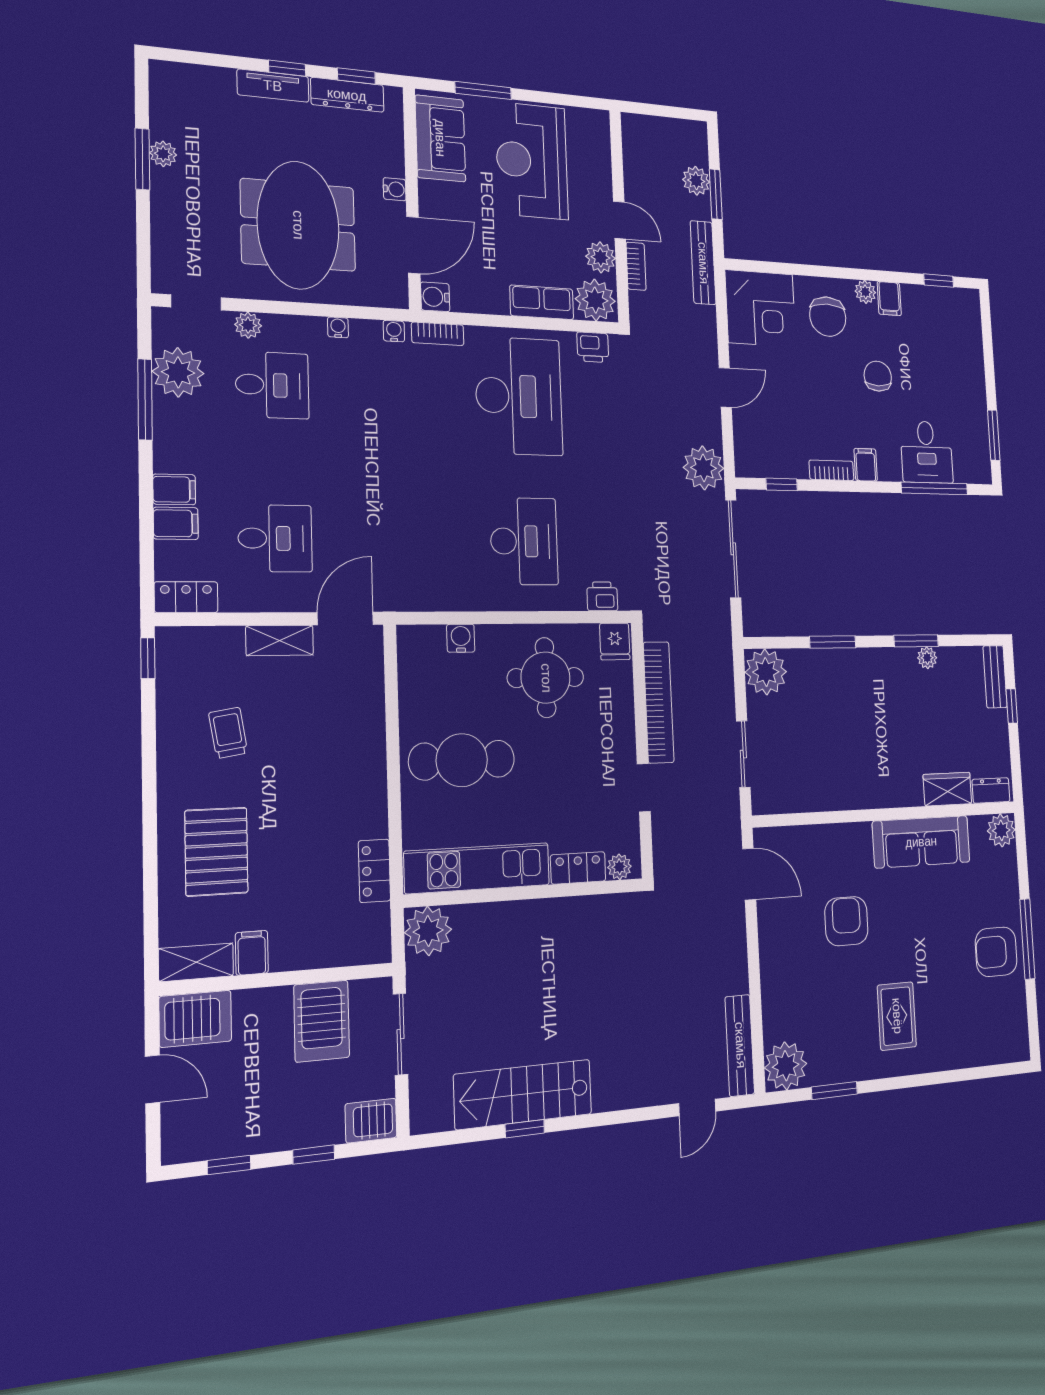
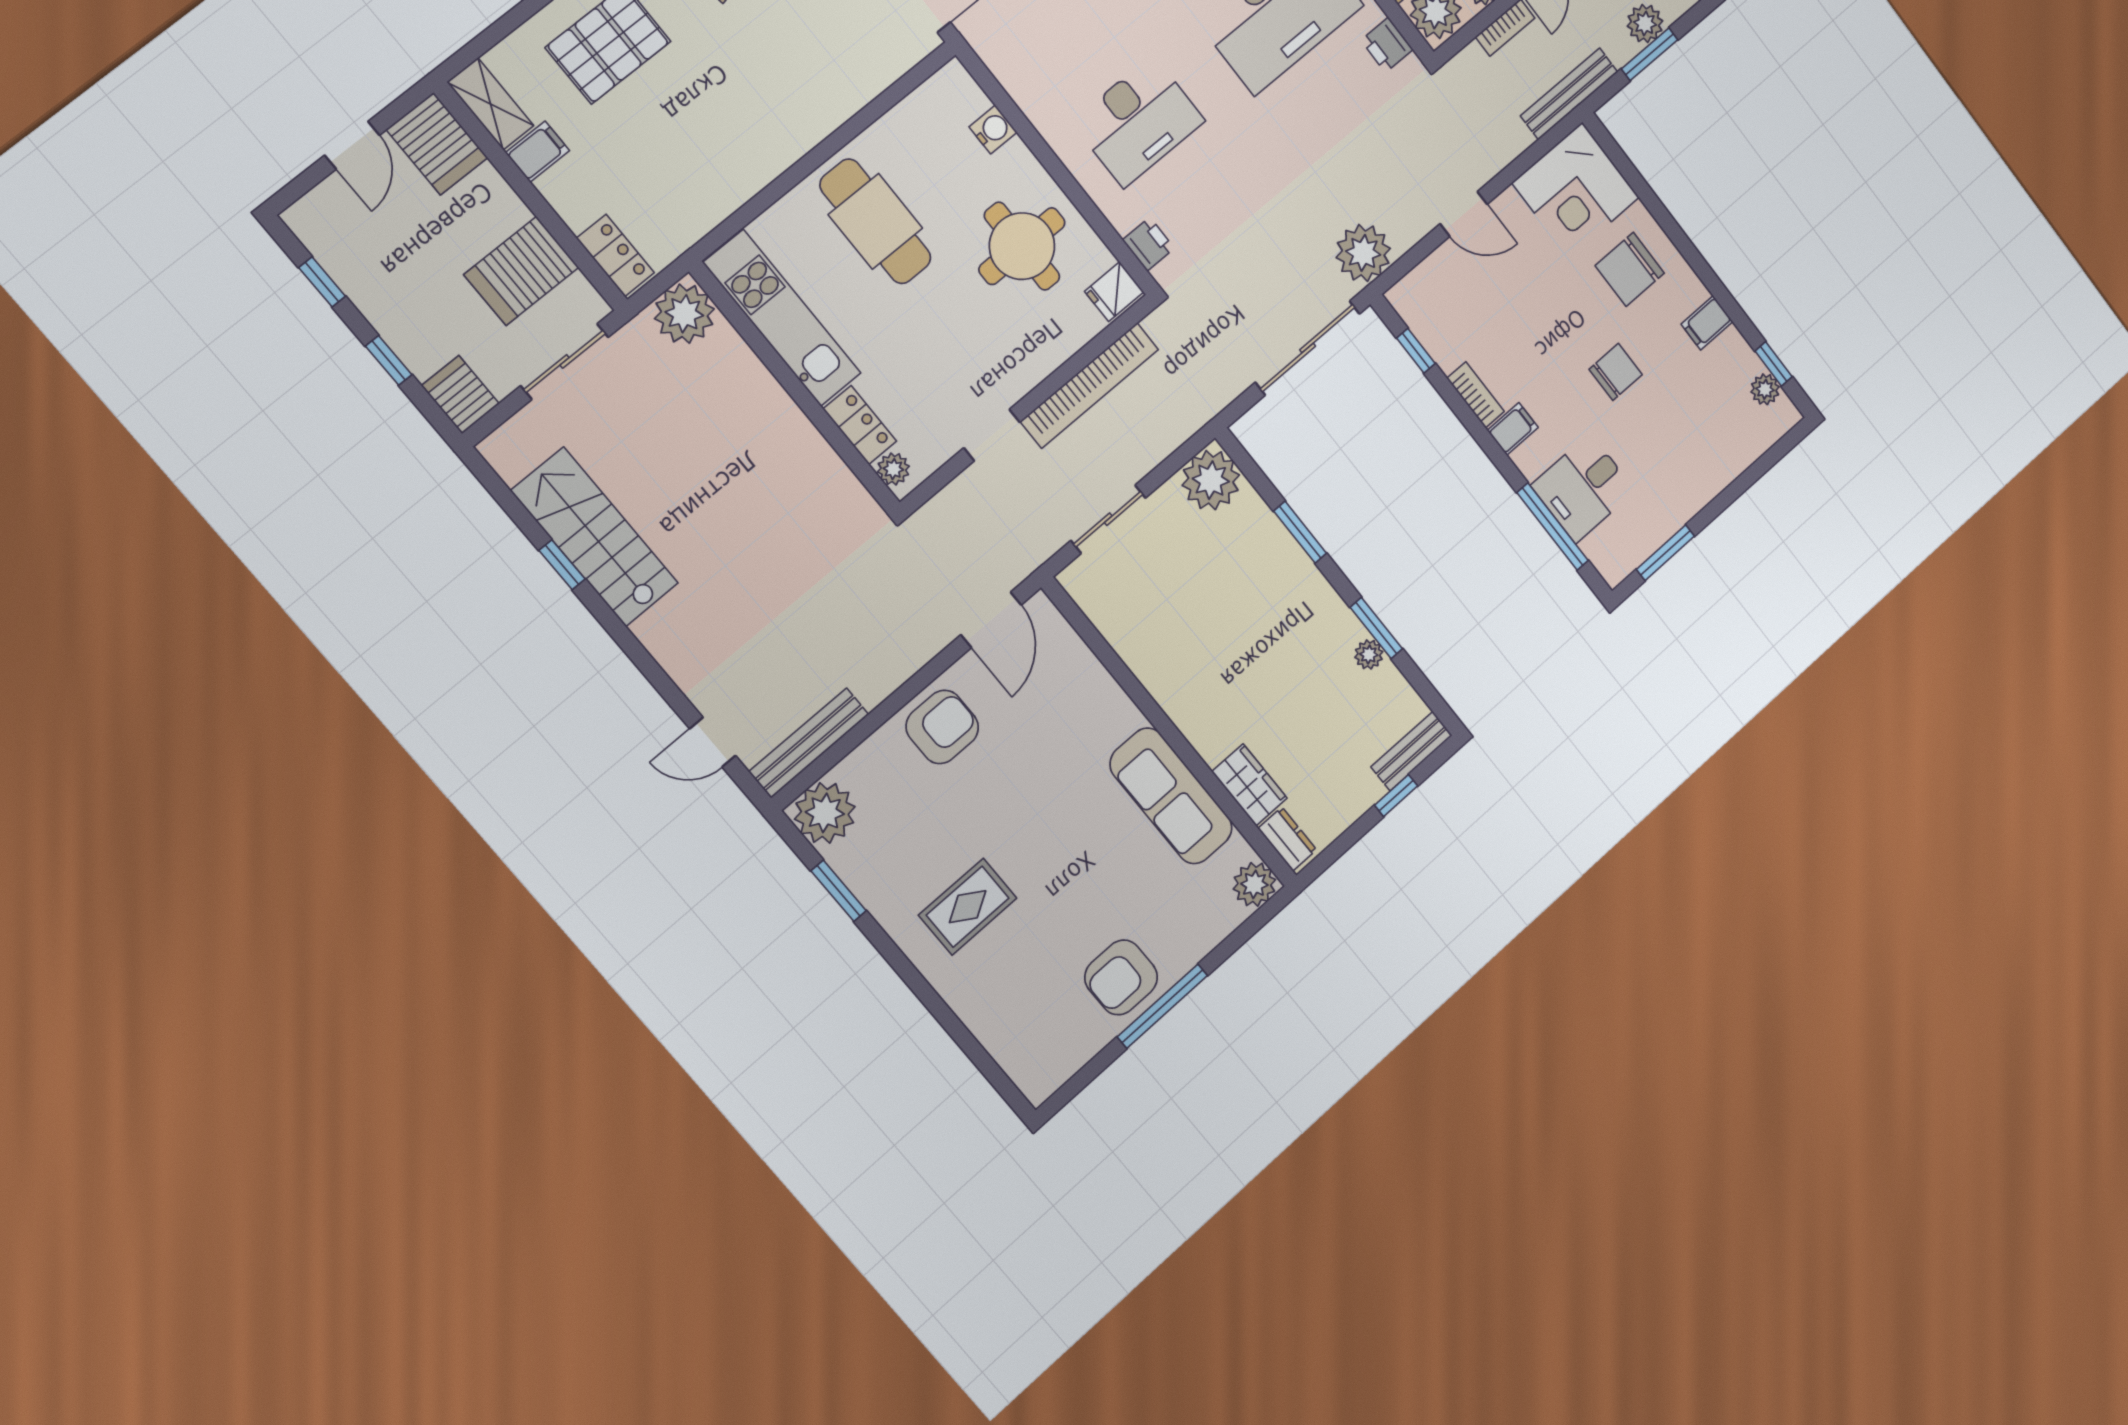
plant: (865, 292) -> (1765, 389), moved
locker: (374, 871) -> (615, 255), moved, turned 90
armchair: (846, 921) -> (942, 727), moved
armchair: (996, 952) -> (1121, 977), turned -90

